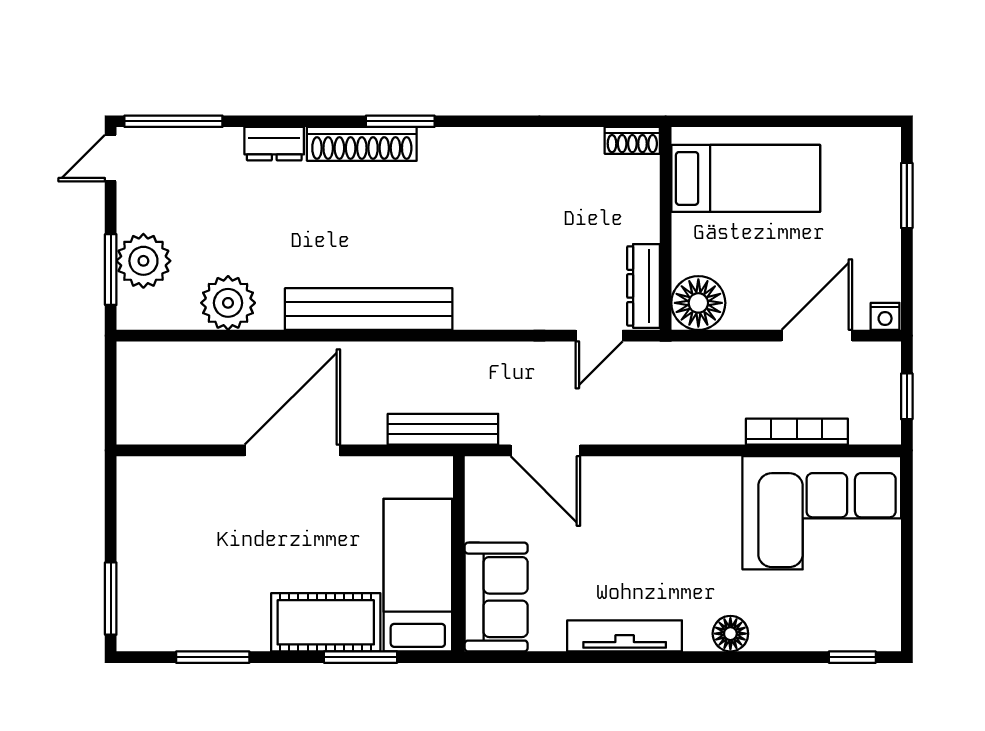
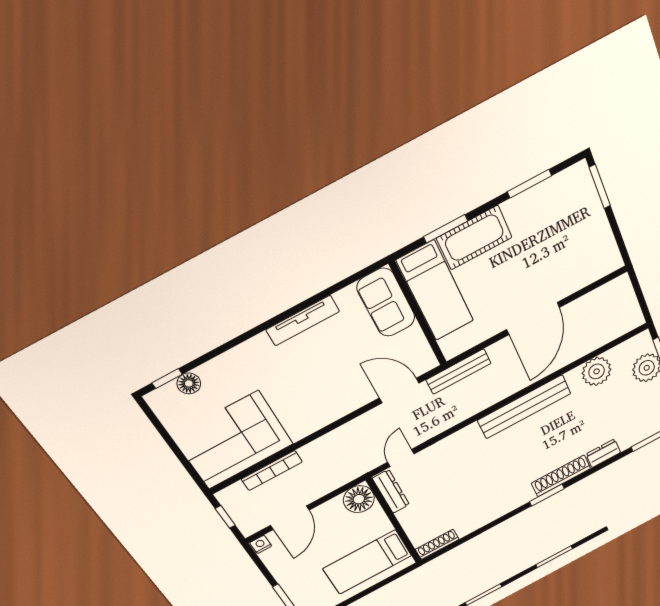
shoe rack: (632, 140) -> (437, 544), width x1.43
floor lamp: (730, 634) -> (189, 383), moved

